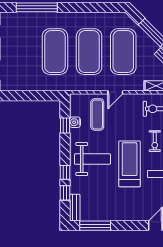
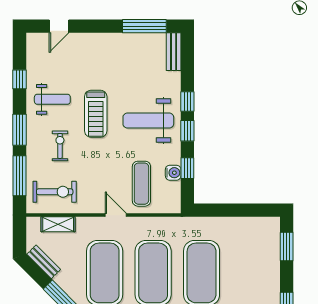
door: (115, 92) -> (116, 215), hinge flipped
treadmill: (130, 164) -> (96, 114), width x0.73, depth x0.73
window: (65, 193) -> (187, 131), moved

